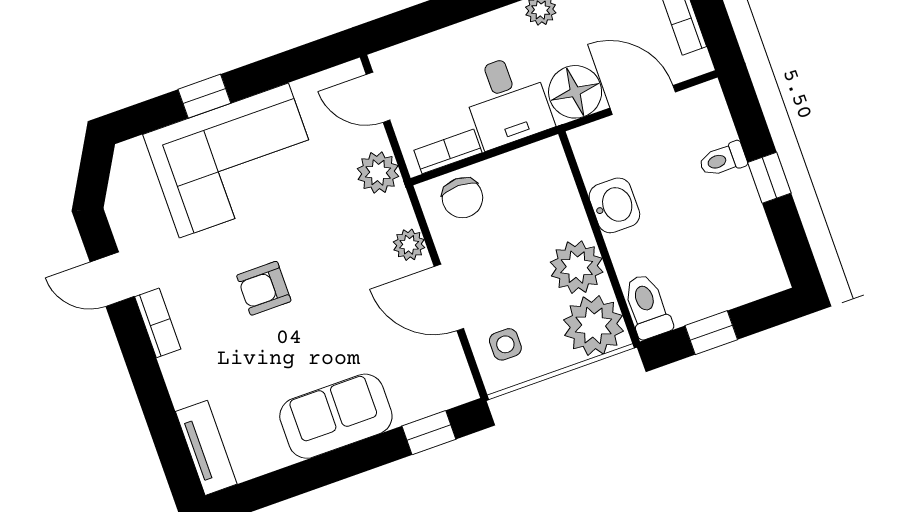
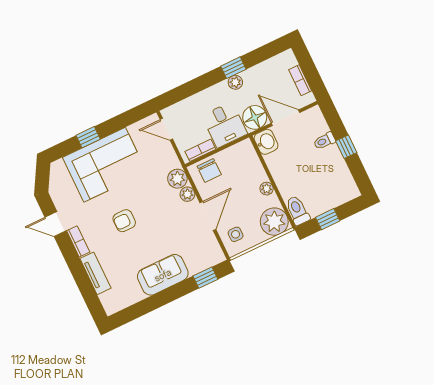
plant: (378, 173) -> (177, 179), moved
washbasin: (614, 205) -> (266, 142), moved
plant: (577, 267) -> (267, 189), width x0.53, depth x0.53
door: (449, 298) -> (208, 216), swing flipped
tv unit: (206, 448) -> (95, 273), moved

